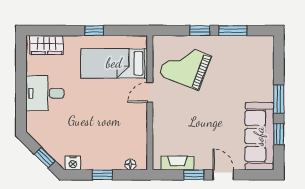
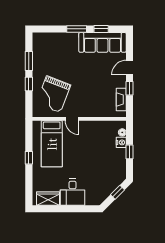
wardrobe: (46, 45) -> (48, 199), moved, turned -90
nightstand: (73, 163) -> (121, 142), moved

